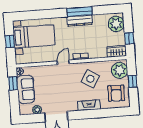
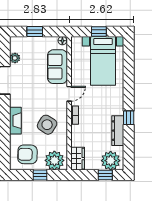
window: (80, 12) -> (129, 118), width x0.46
dresser: (79, 21) -> (118, 131), moved
window: (129, 38) -> (105, 175), moved
door: (63, 62) -> (69, 94), hinge flipped
window: (13, 83) -> (35, 31), moved
sofa: (26, 89) -> (57, 67), moved, turned 90

